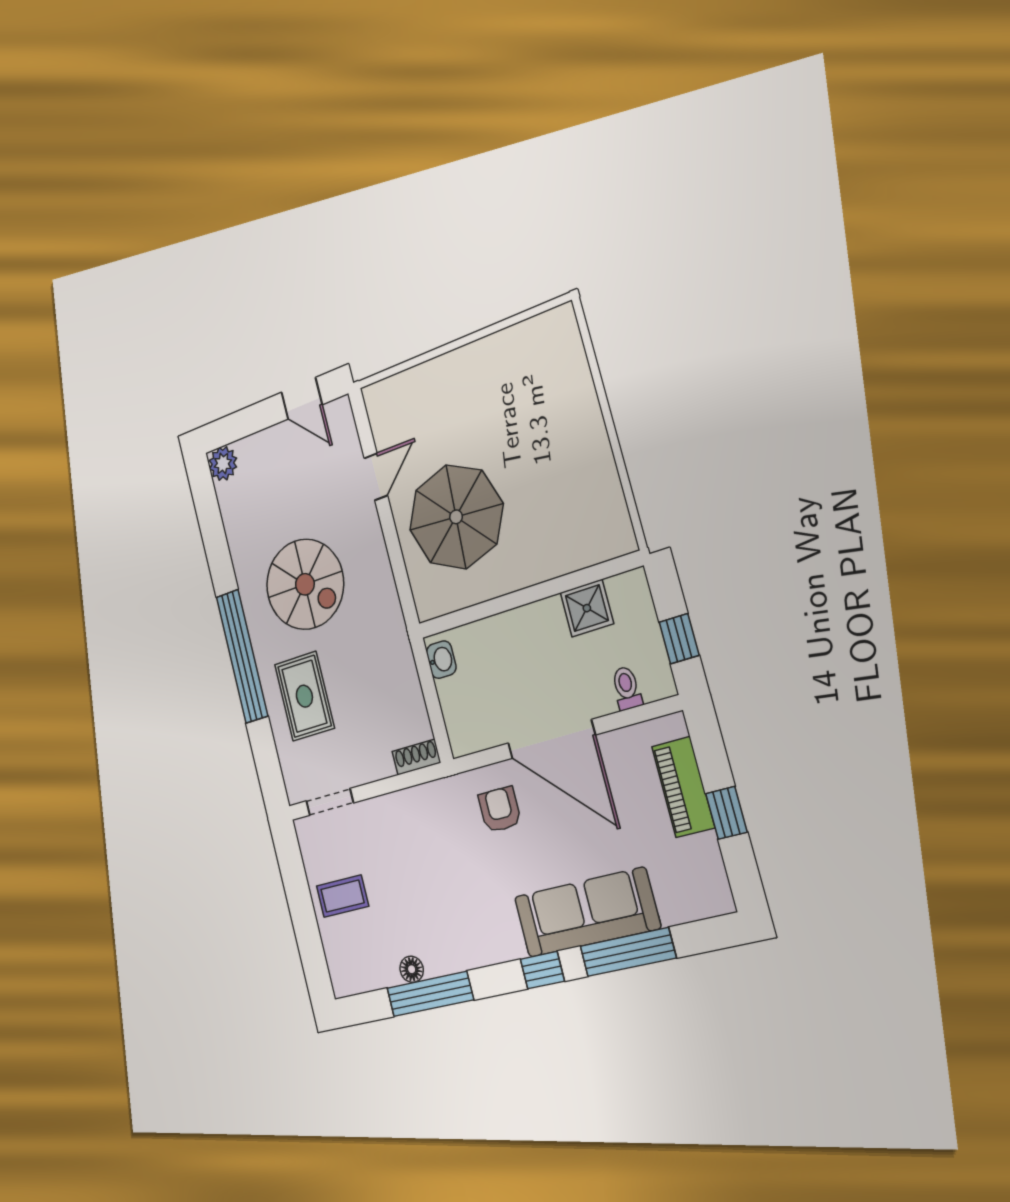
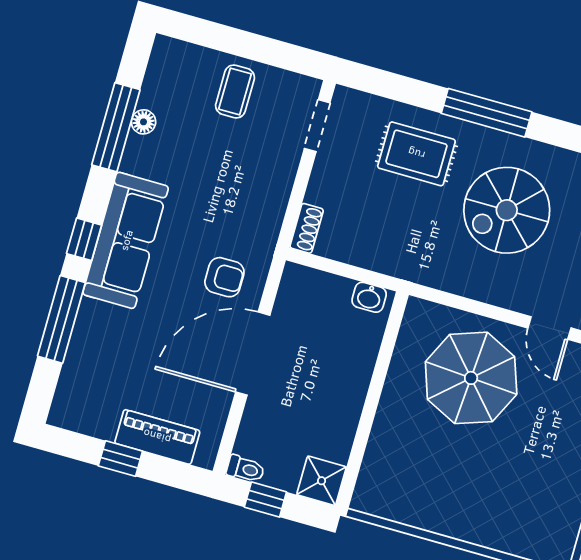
shower: (587, 608) -> (322, 481), moved
window: (242, 656) -> (487, 113), width x0.68
toilet: (627, 688) -> (245, 469), moved
sofa: (587, 913) -> (126, 240), moved

